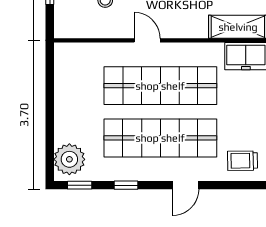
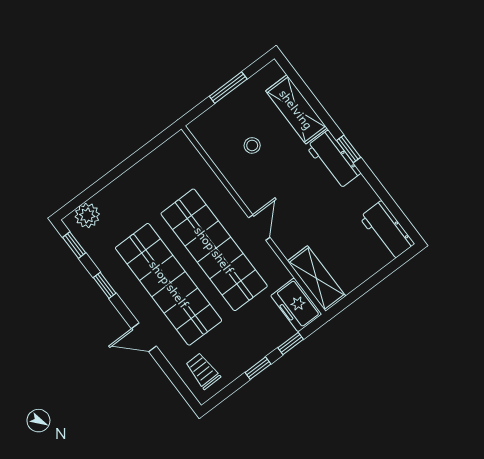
door: (147, 40) -> (259, 227), moved
plant: (69, 159) -> (87, 215), width x0.73, depth x0.73

